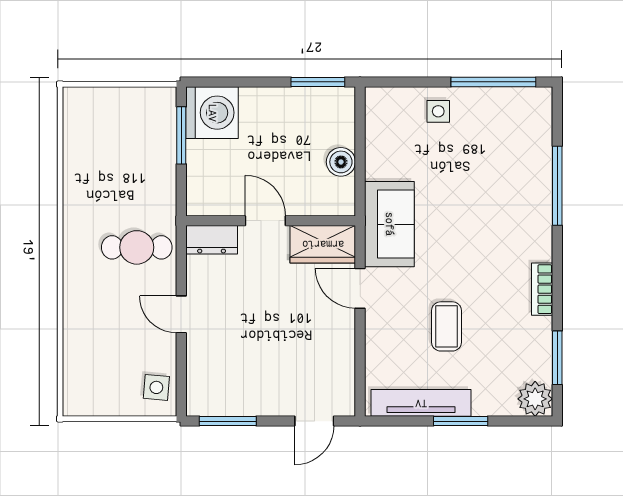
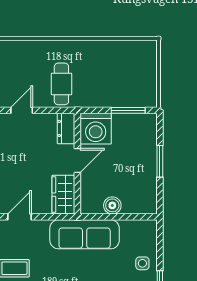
window: (318, 82) -> (160, 161), moved
washing machine: (212, 113) -> (96, 129), moved
sofa: (389, 224) -> (85, 234), width x1.36
door: (360, 288) -> (19, 217), moved

